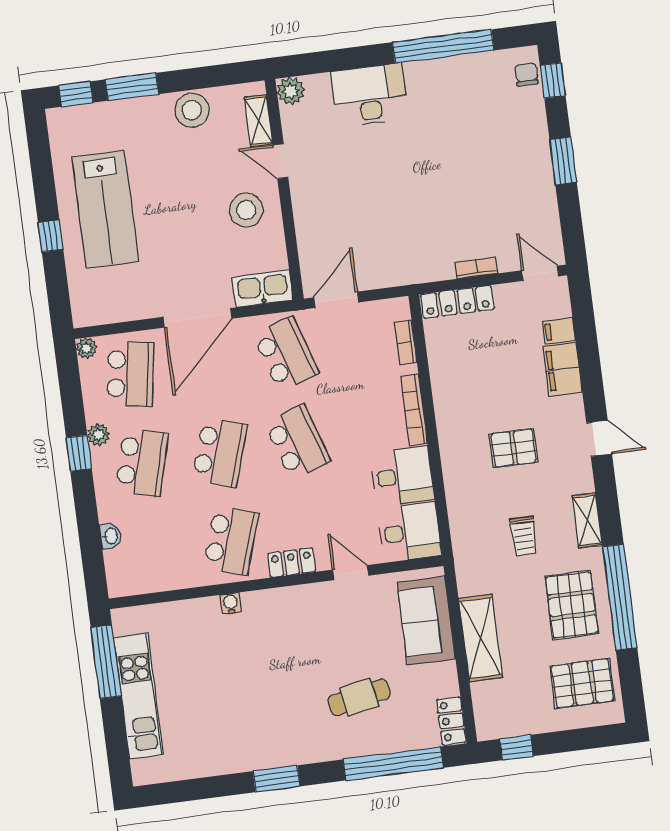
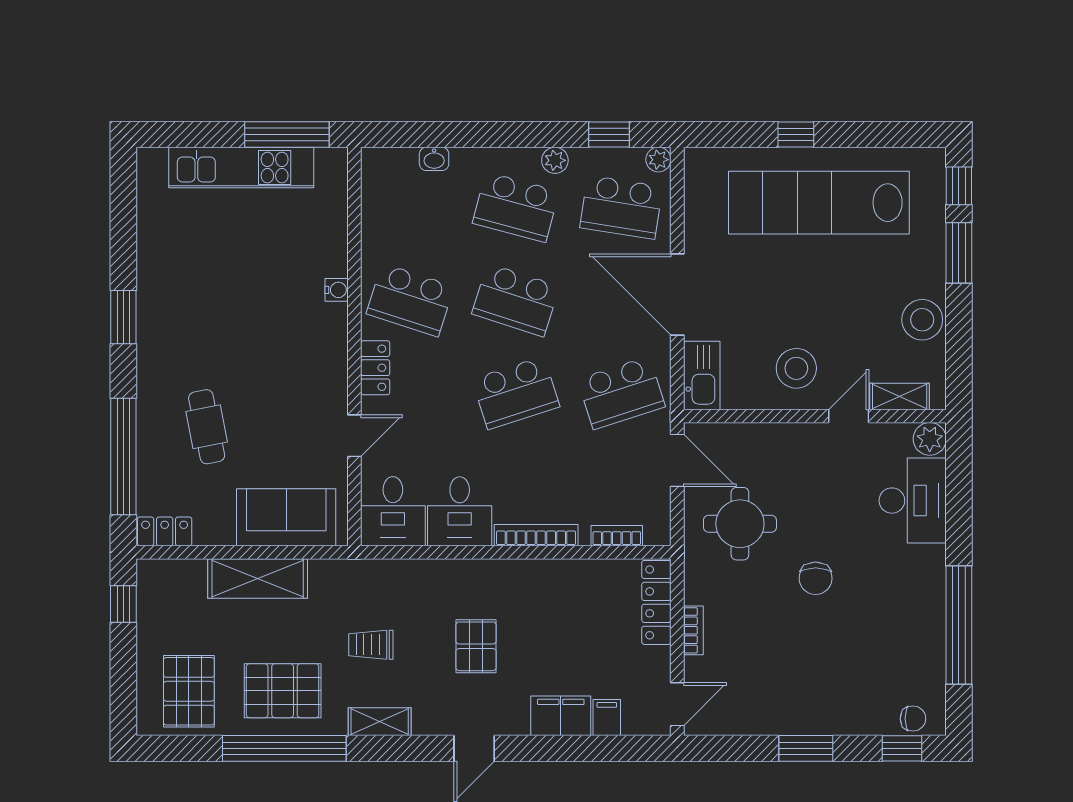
desk: (369, 95) -> (913, 501), moved
chair: (420, 171) -> (816, 578), added
lab bench: (105, 209) -> (819, 203), width x1.36
round table: (382, 240) -> (740, 524), added
window: (79, 453) -> (609, 134), moved

